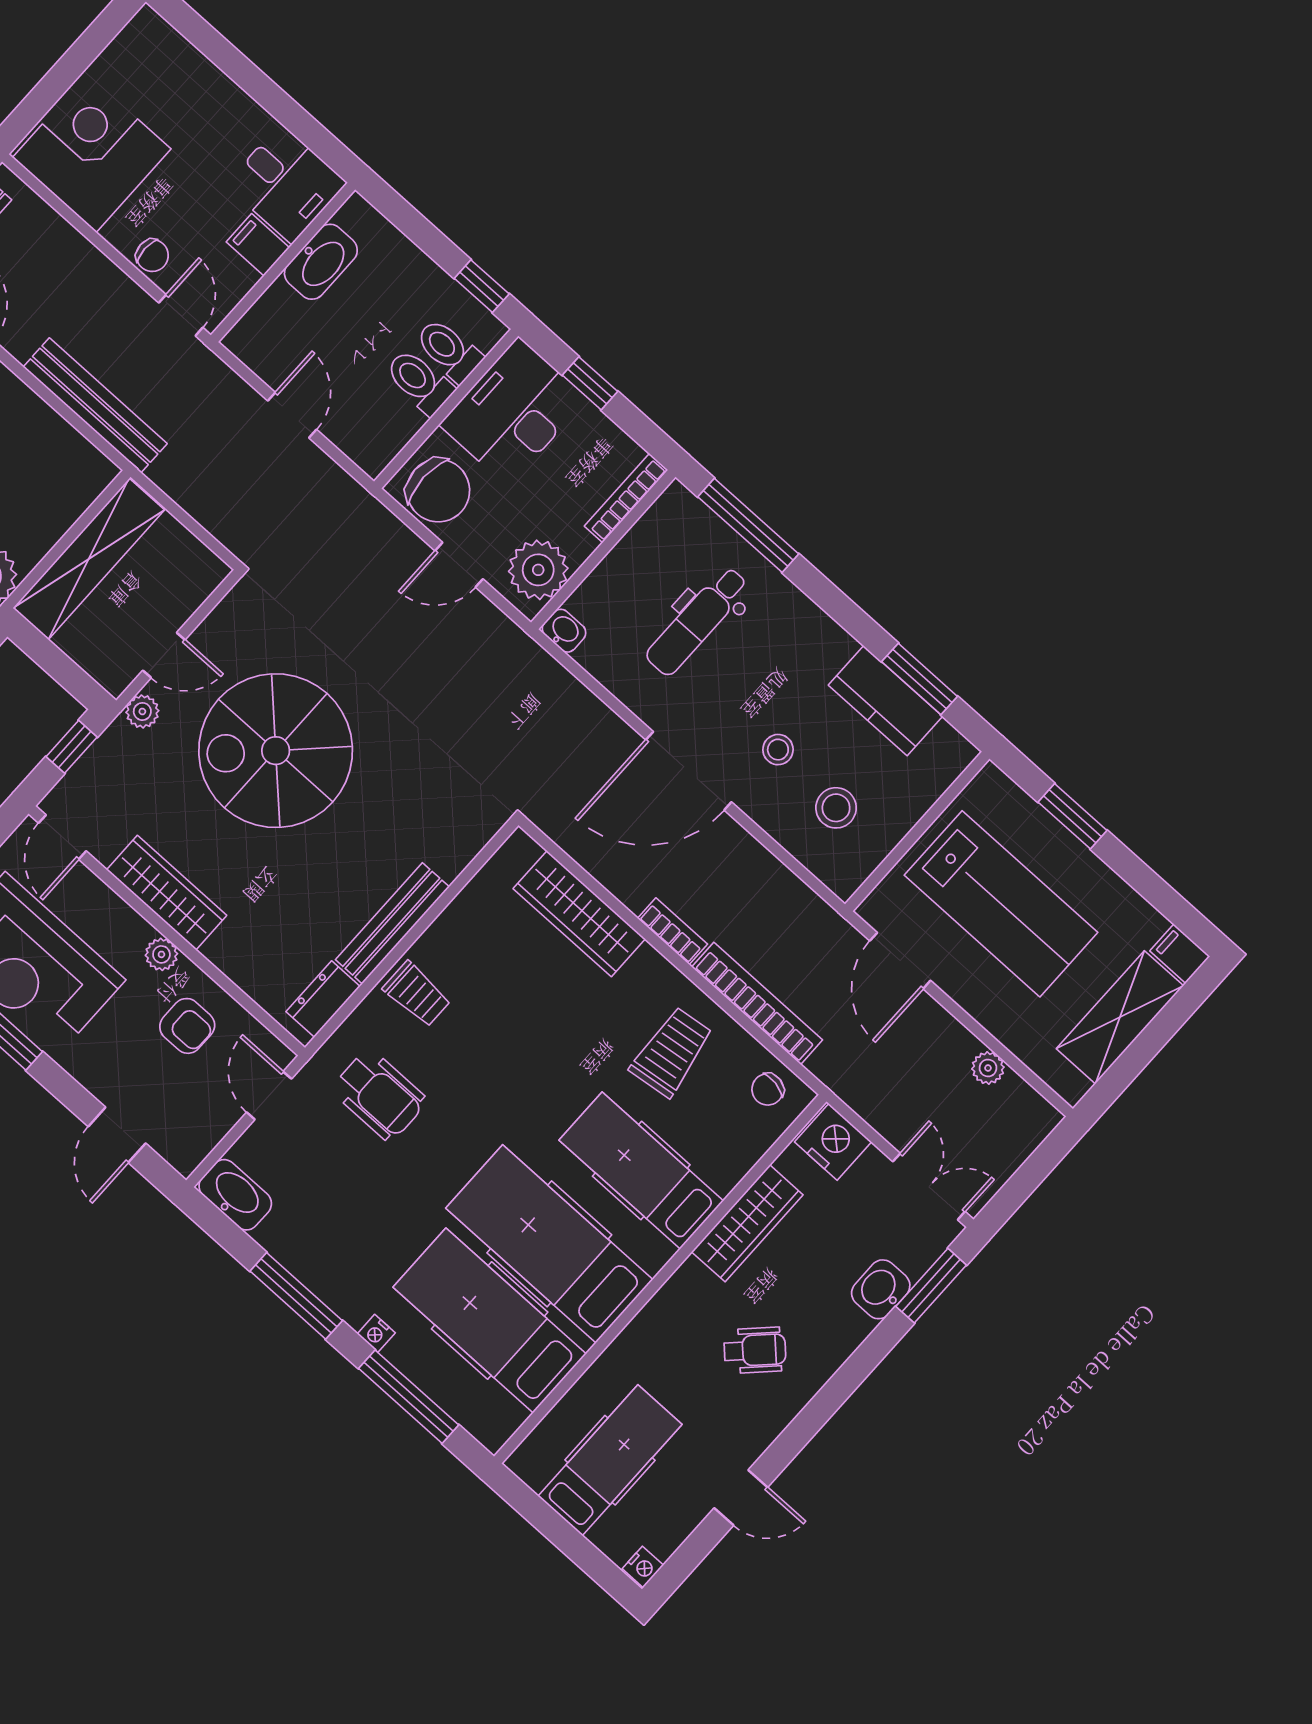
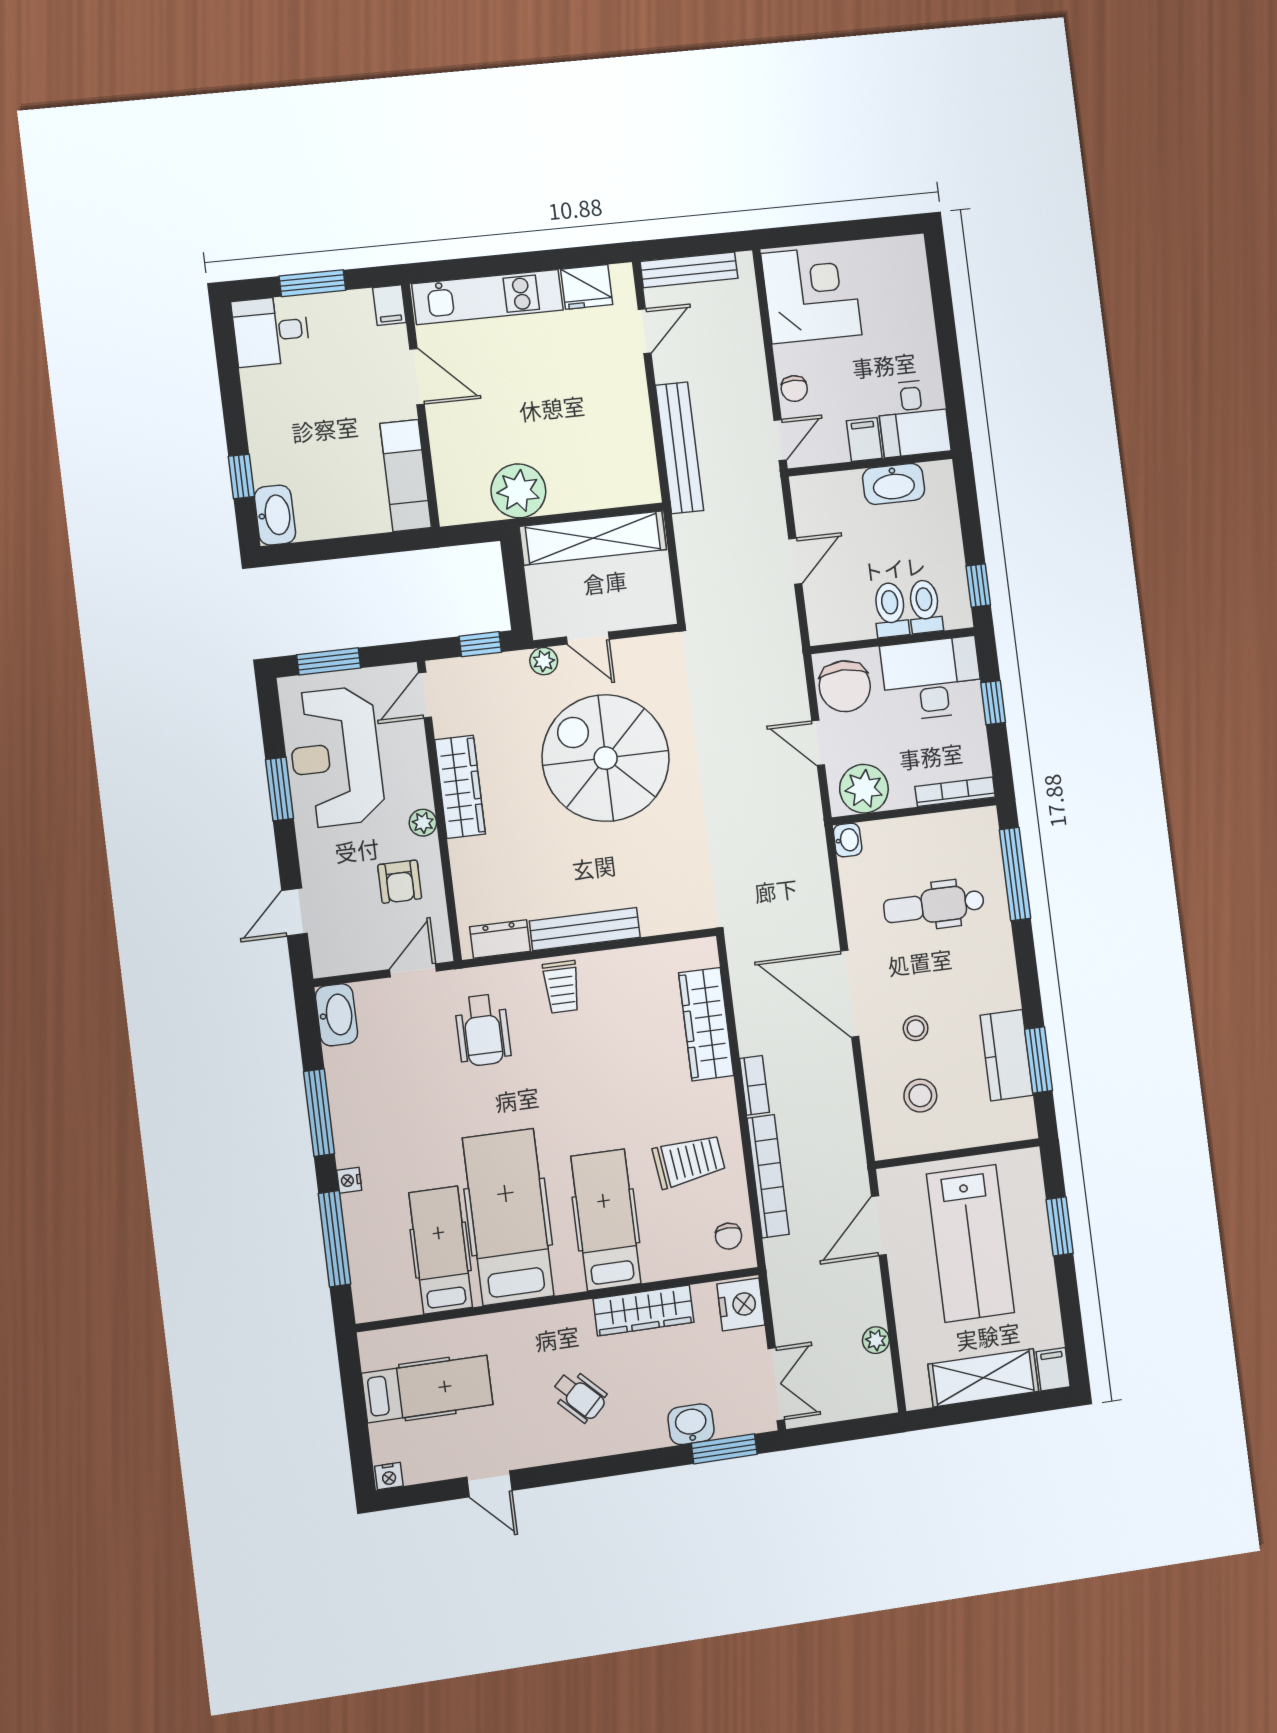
chair: (768, 1089) -> (729, 1236), turned -100
hospital bed: (490, 1321) -> (441, 1250), width x0.73, depth x0.78

